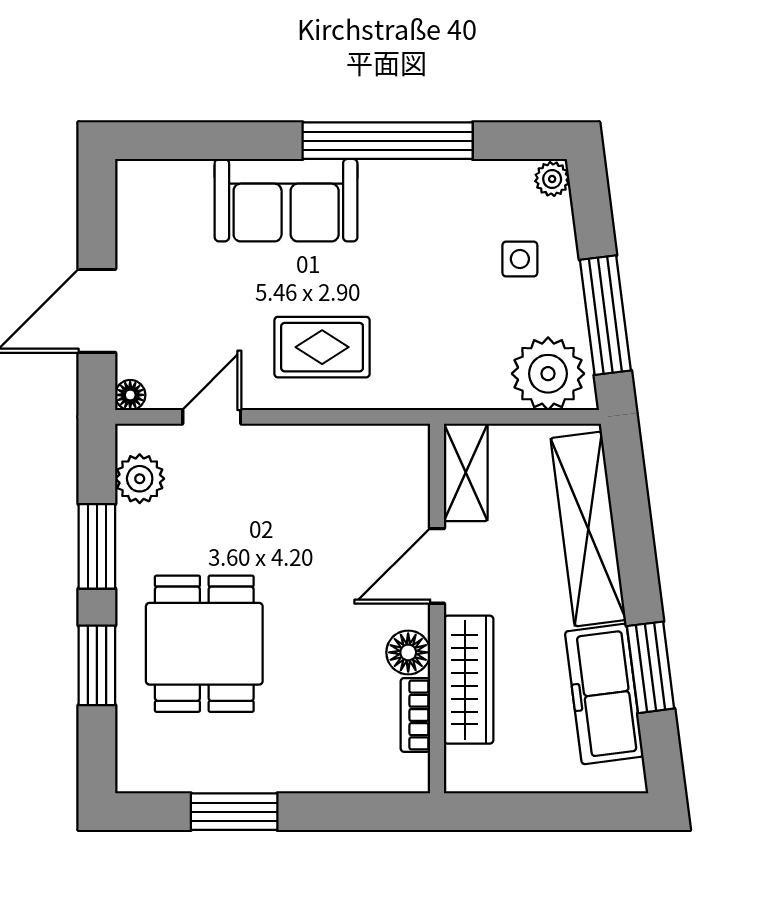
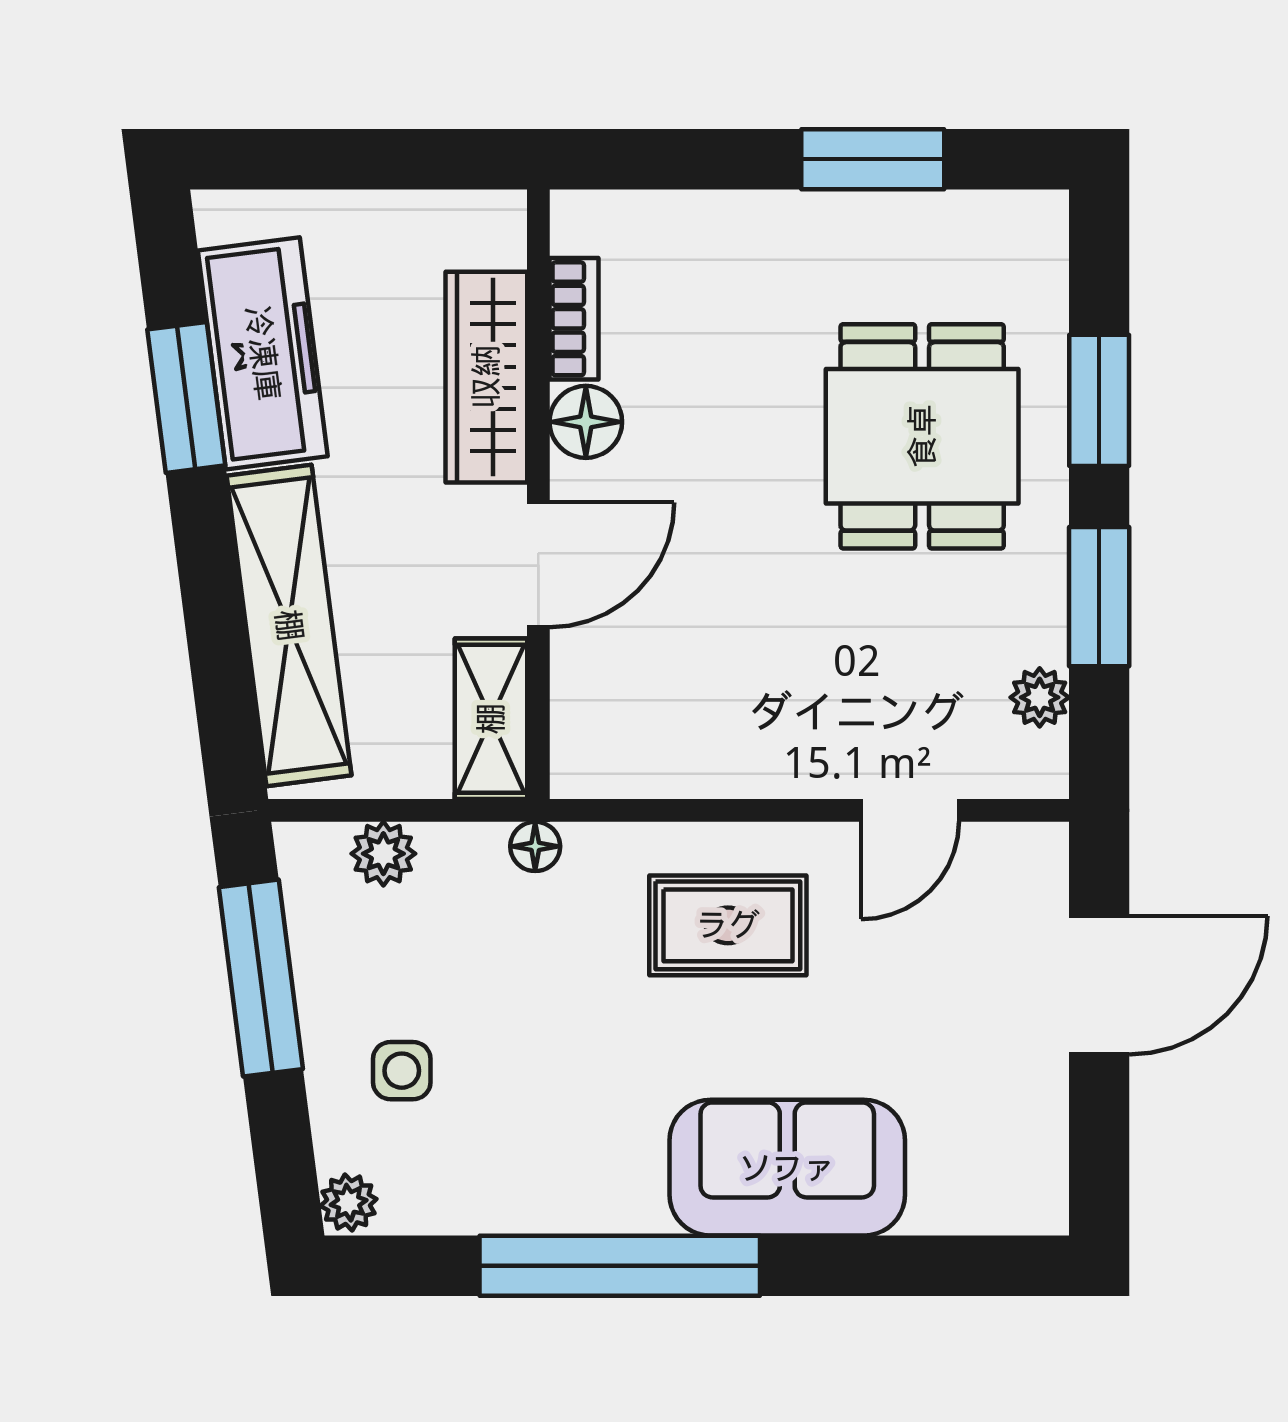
plant: (548, 374) -> (383, 854), width x0.53, depth x0.53
floor lamp: (130, 395) -> (535, 846), moved
plant: (140, 479) -> (1040, 697), width x0.73, depth x0.73

